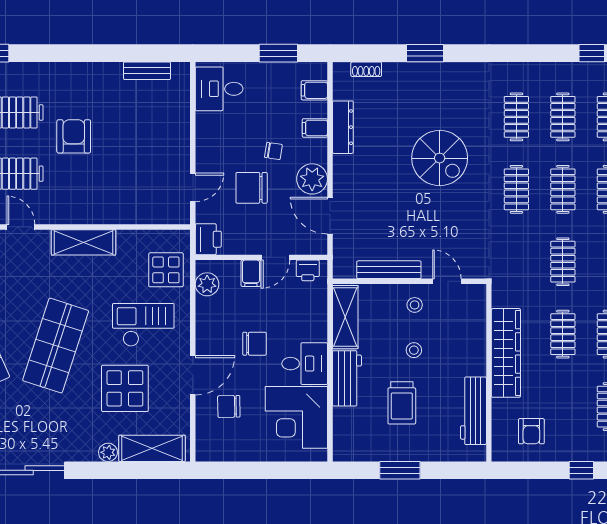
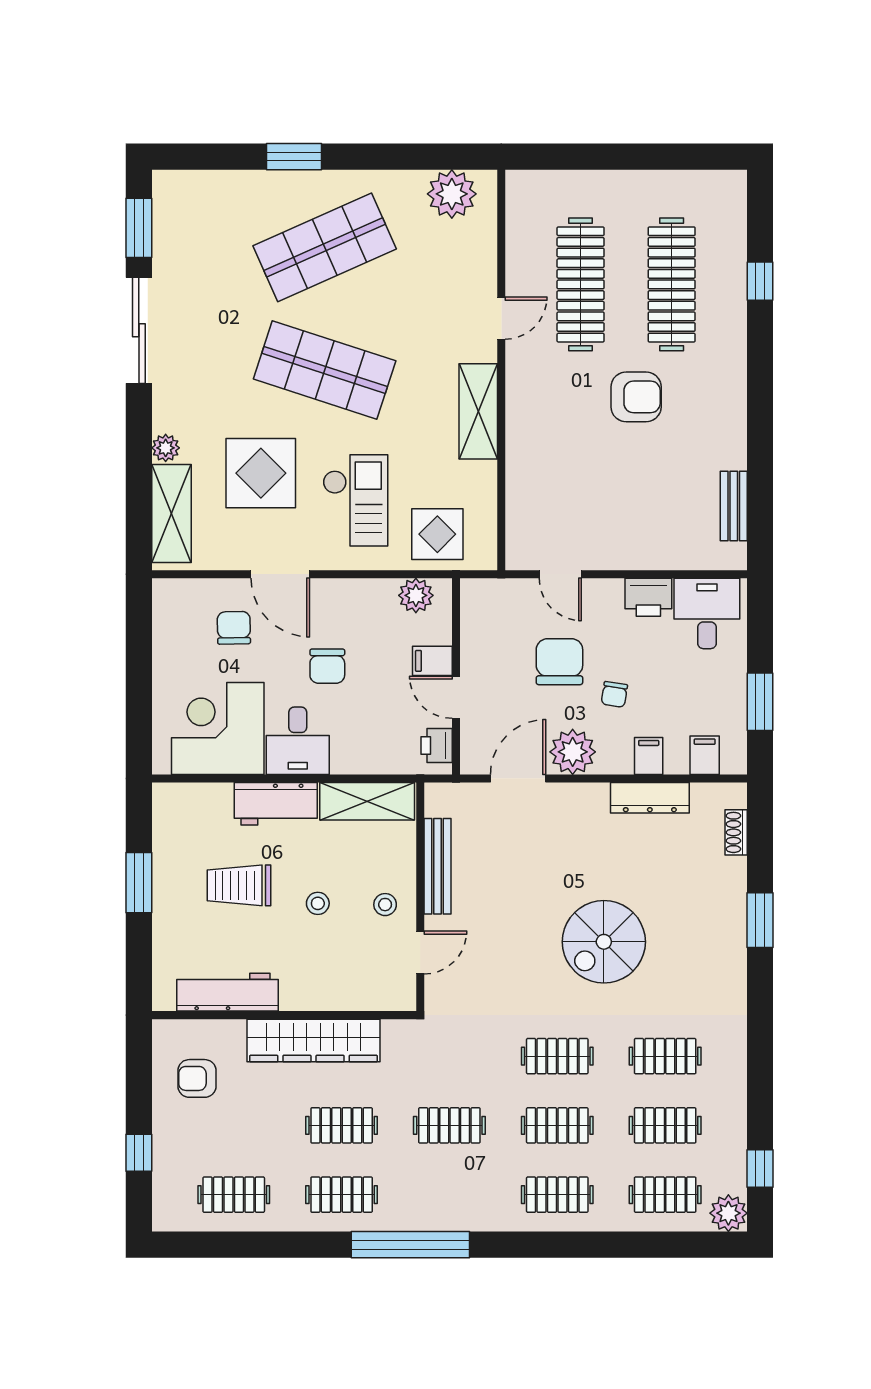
printer: (208, 239) -> (648, 597), moved

